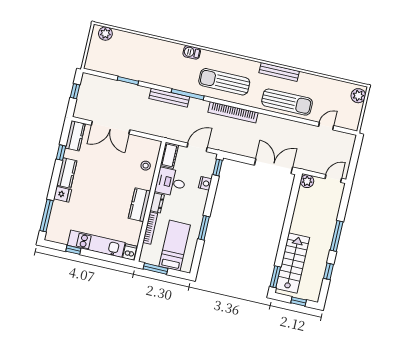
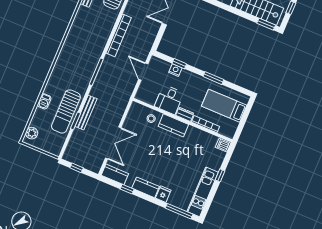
barbecue: (192, 52) -> (44, 101), moved
sun lounger: (224, 82) -> (66, 111), moved
bench: (169, 98) -> (86, 113), moved
cot: (169, 155) -> (146, 97), removed
window: (218, 167) -> (179, 64), moved
kitchen counter: (139, 205) -> (173, 125), moved
kitchen unit: (96, 244) -> (203, 192), moved
window: (73, 250) -> (220, 175), moved
window: (155, 269) -> (241, 126), removed

